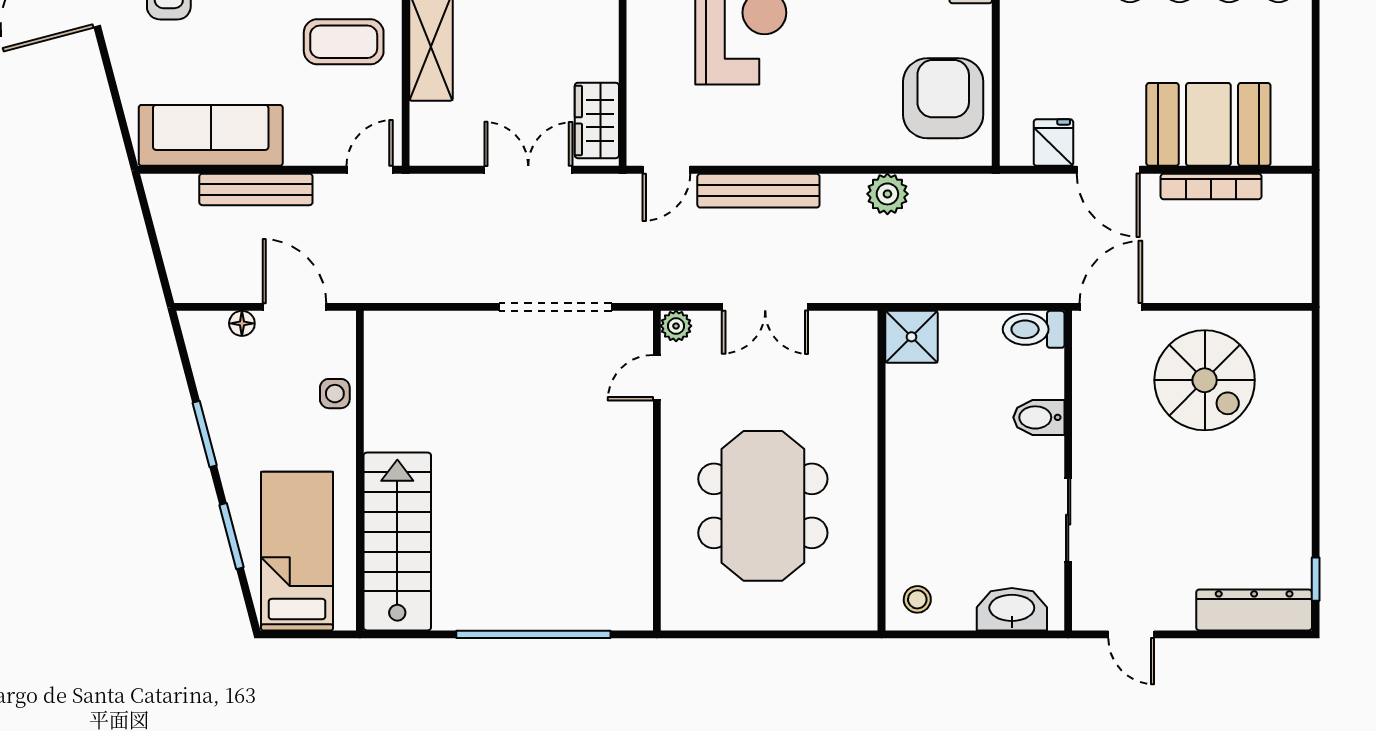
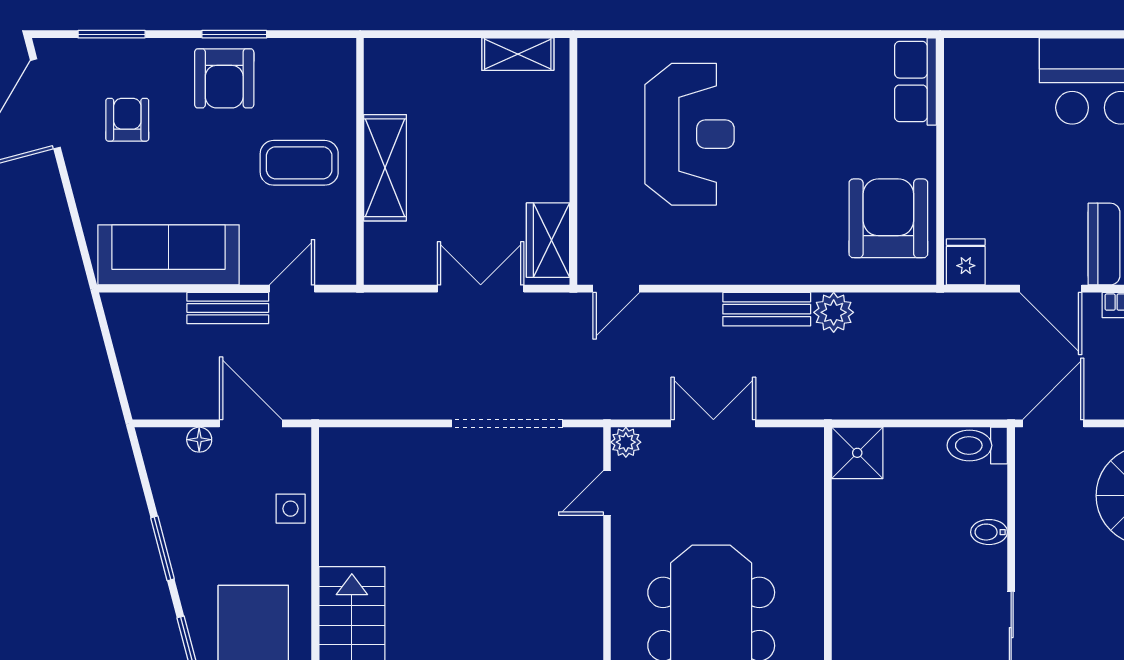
fridge: (1053, 143) -> (966, 262), moved
door: (370, 170) -> (292, 289), moved
bench: (256, 189) -> (228, 308), width x0.73
bench: (758, 191) -> (767, 309), moved, width x0.73
double door: (765, 307) -> (713, 423), swing flipped
bidet: (1039, 417) -> (989, 532), width x0.72, depth x0.74

